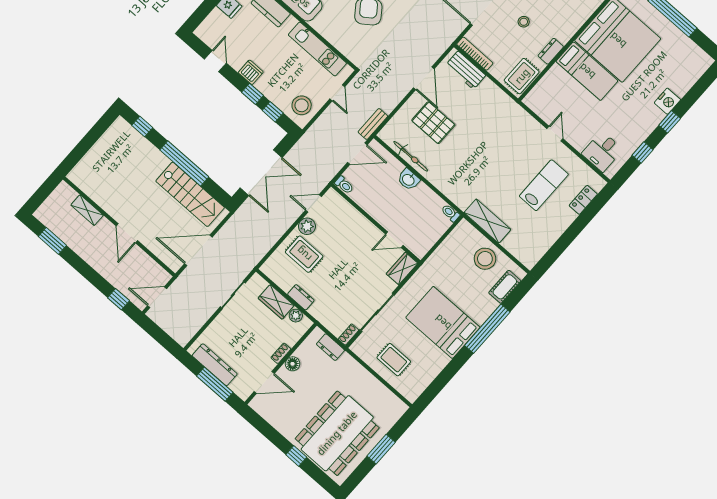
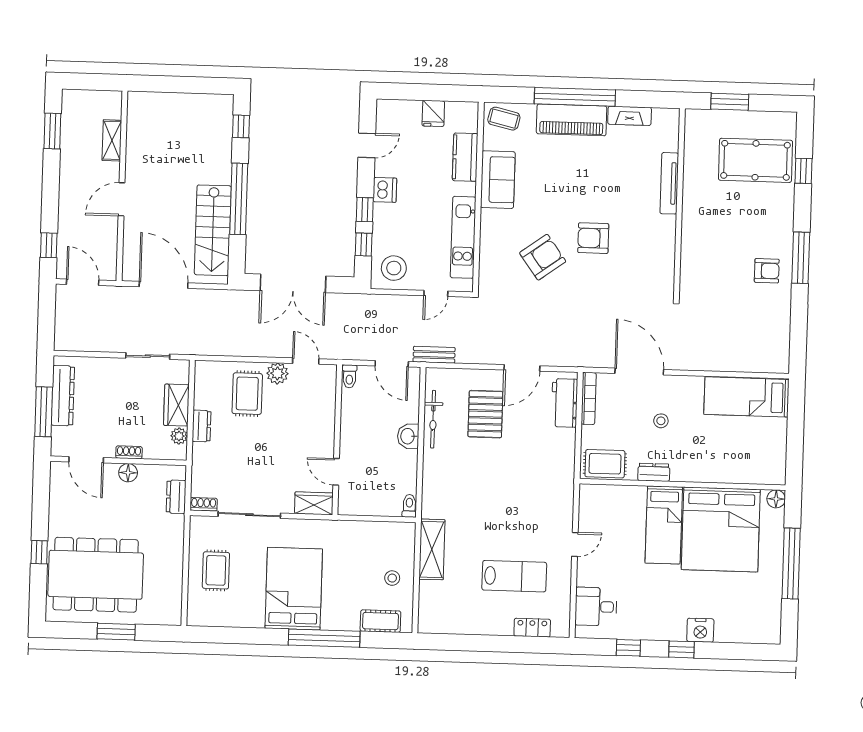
stool: (485, 259) -> (392, 578), width x0.53, depth x0.53

